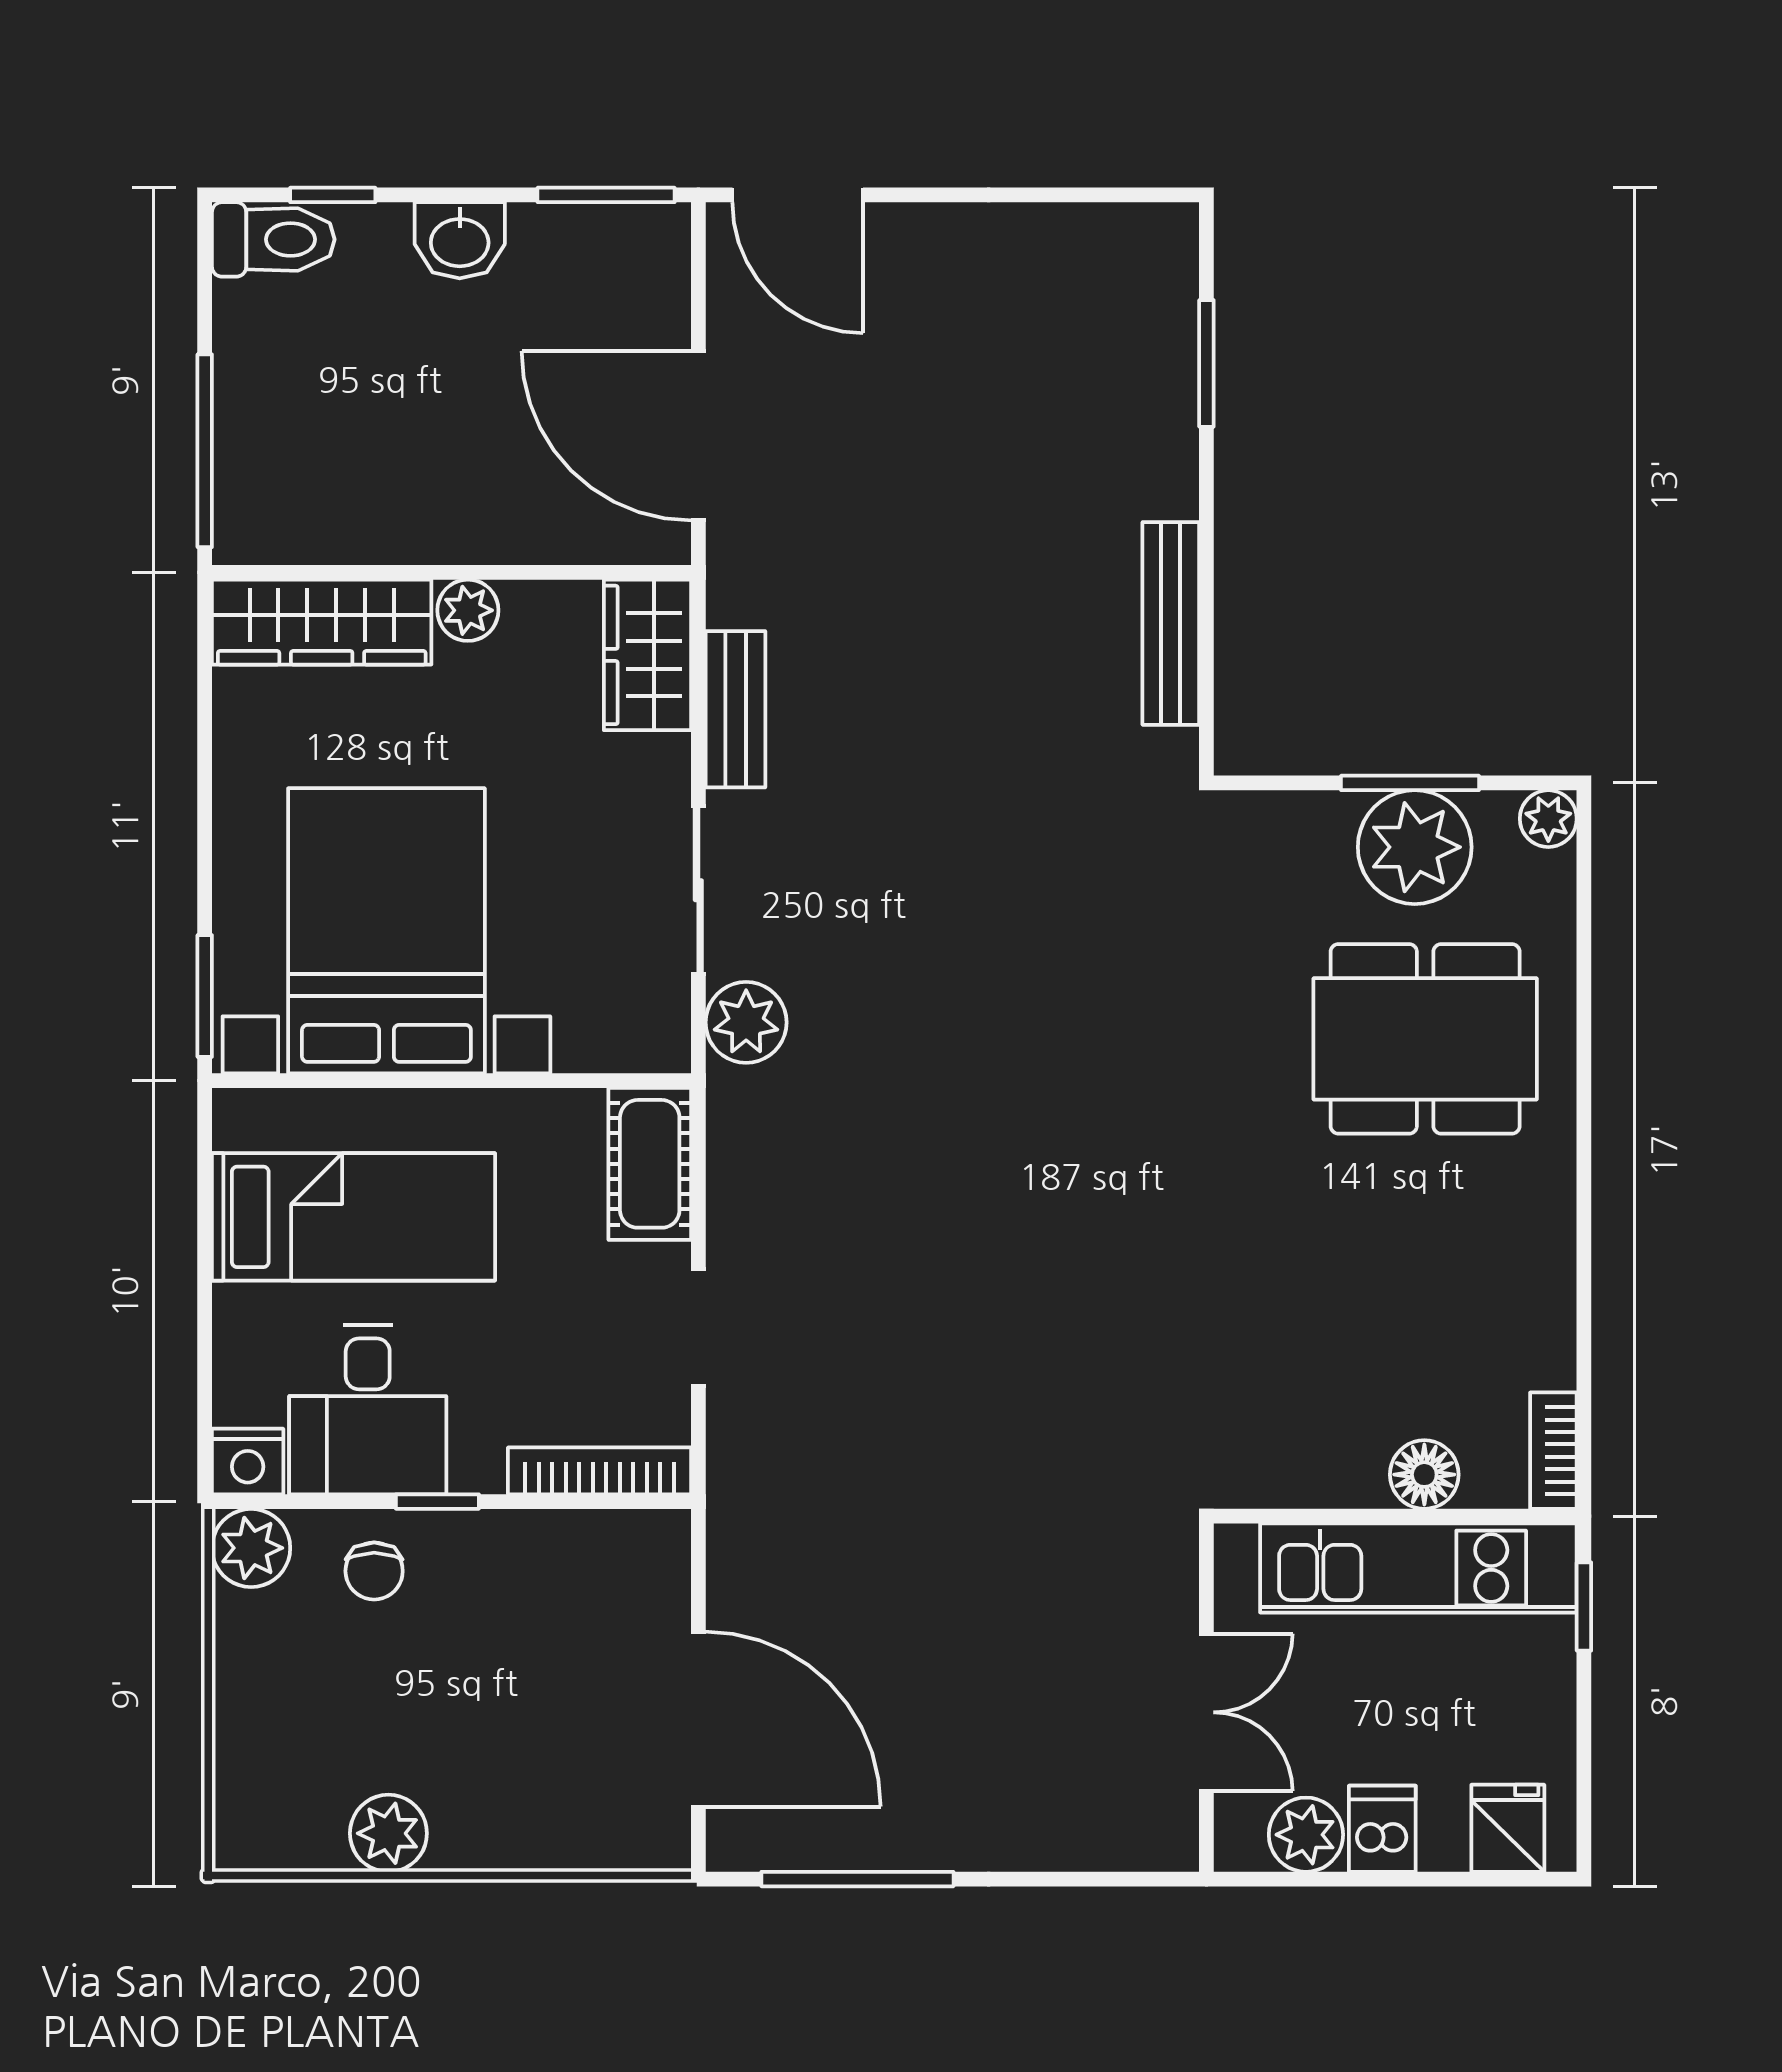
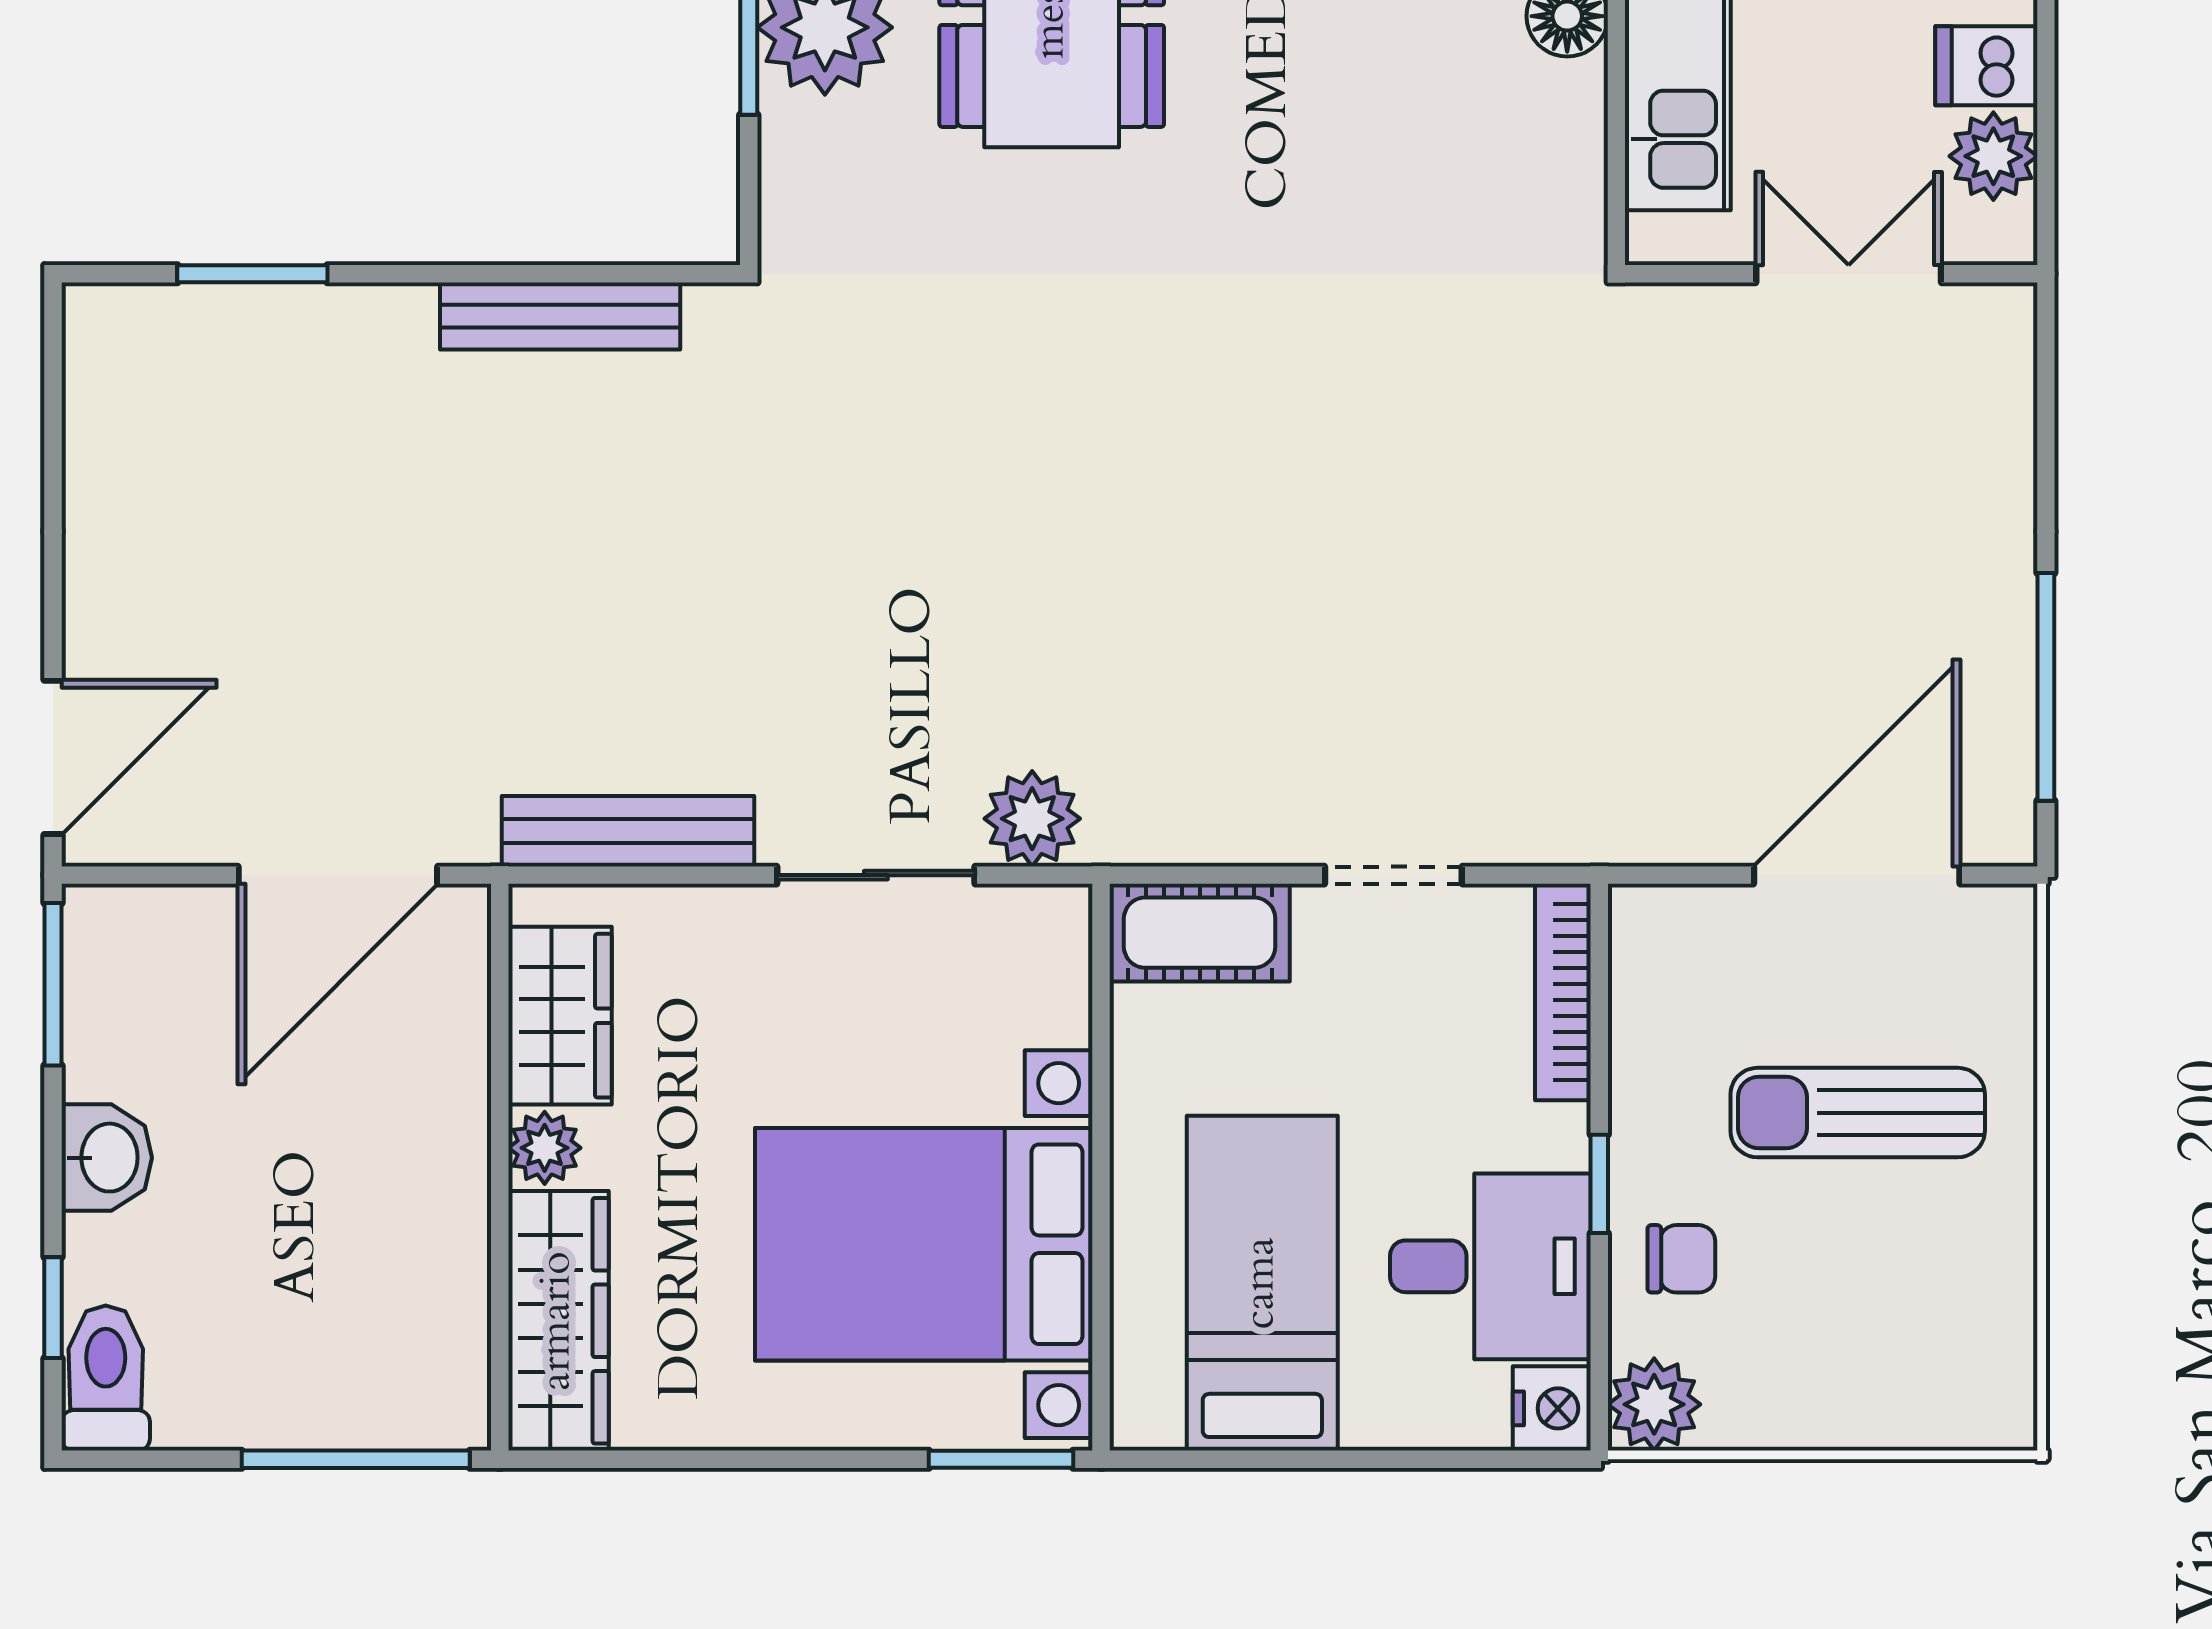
wardrobe: (647, 655) -> (560, 1016), moved, turned -90
bench: (735, 709) -> (628, 831), width x1.36
sun lounger: (498, 1720) -> (1858, 1113), added
plant: (388, 1833) -> (1992, 1242), removed

